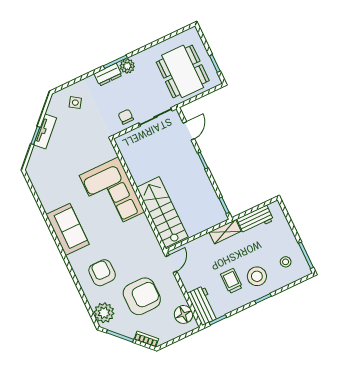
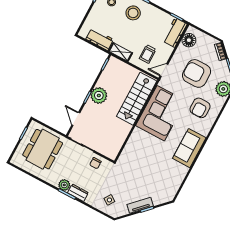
door: (189, 131) -> (76, 119), hinge flipped
plant: (196, 174) -> (99, 95), added
corner sofa: (112, 194) -> (161, 113), moved
trolley: (232, 281) -> (148, 54), moved

